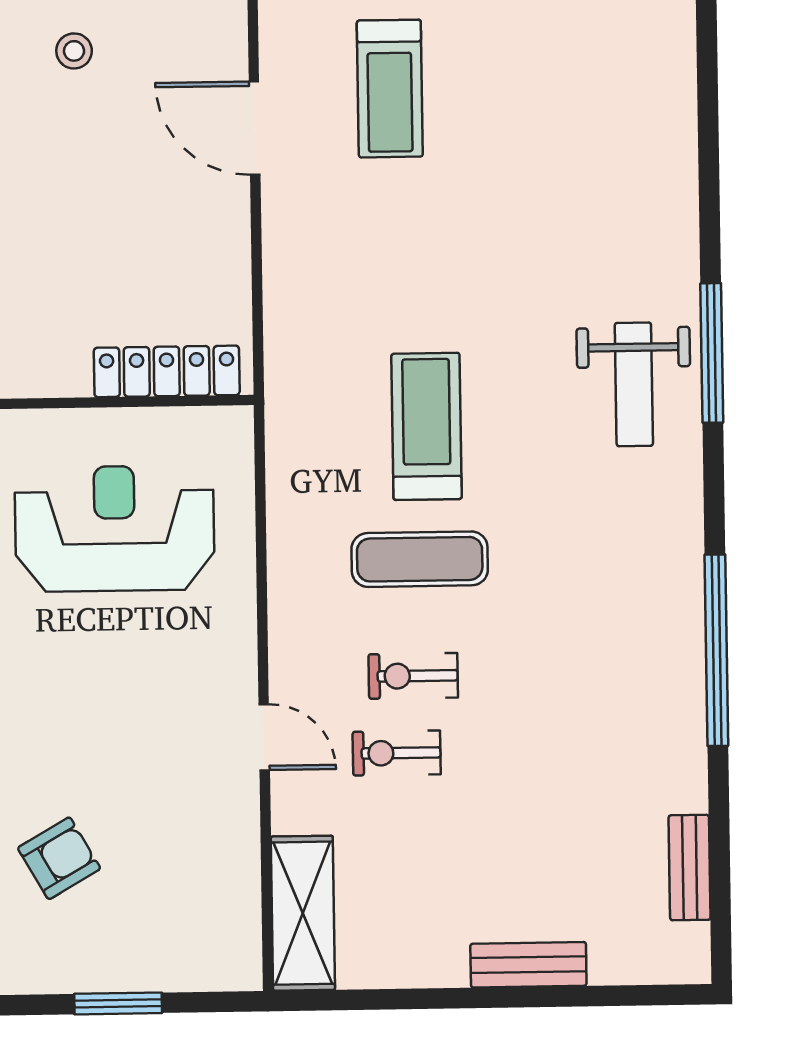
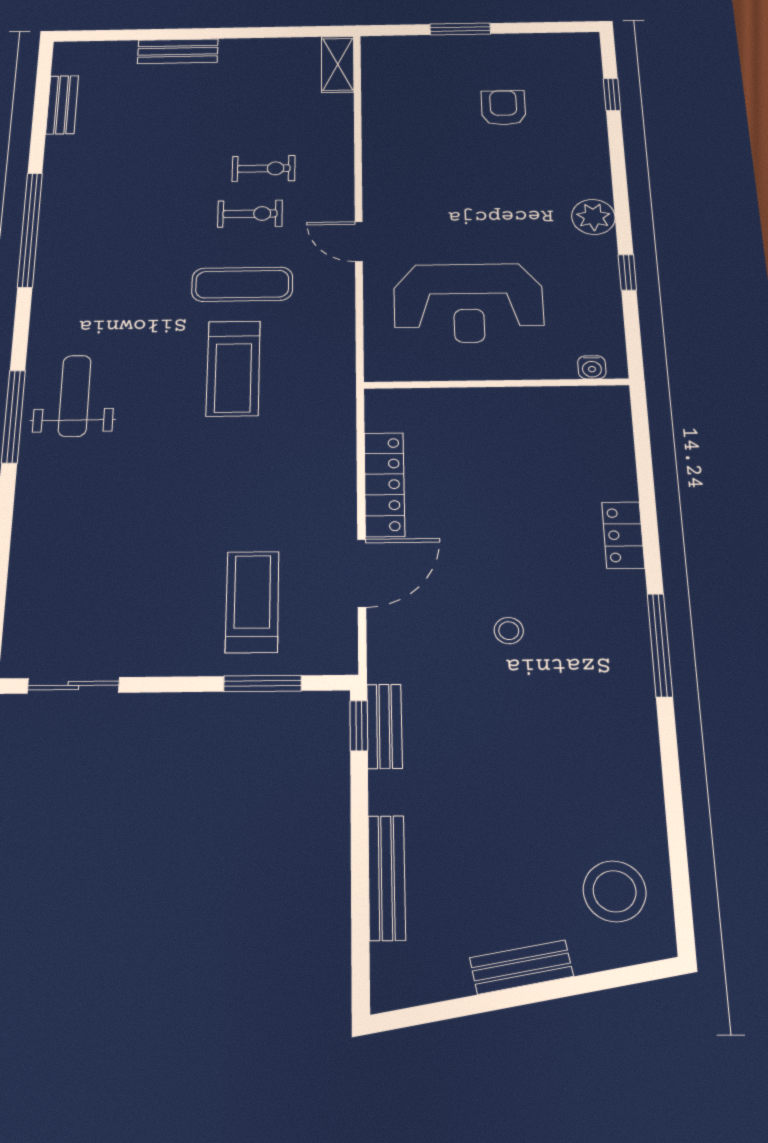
door: (255, 128) -> (362, 573), hinge flipped
locker: (167, 371) -> (384, 484), moved, turned -90
door: (264, 737) -> (359, 241), moved
armchair: (59, 858) -> (503, 108), turned 120
shelving: (303, 913) -> (338, 64), width x0.67, depth x0.75

